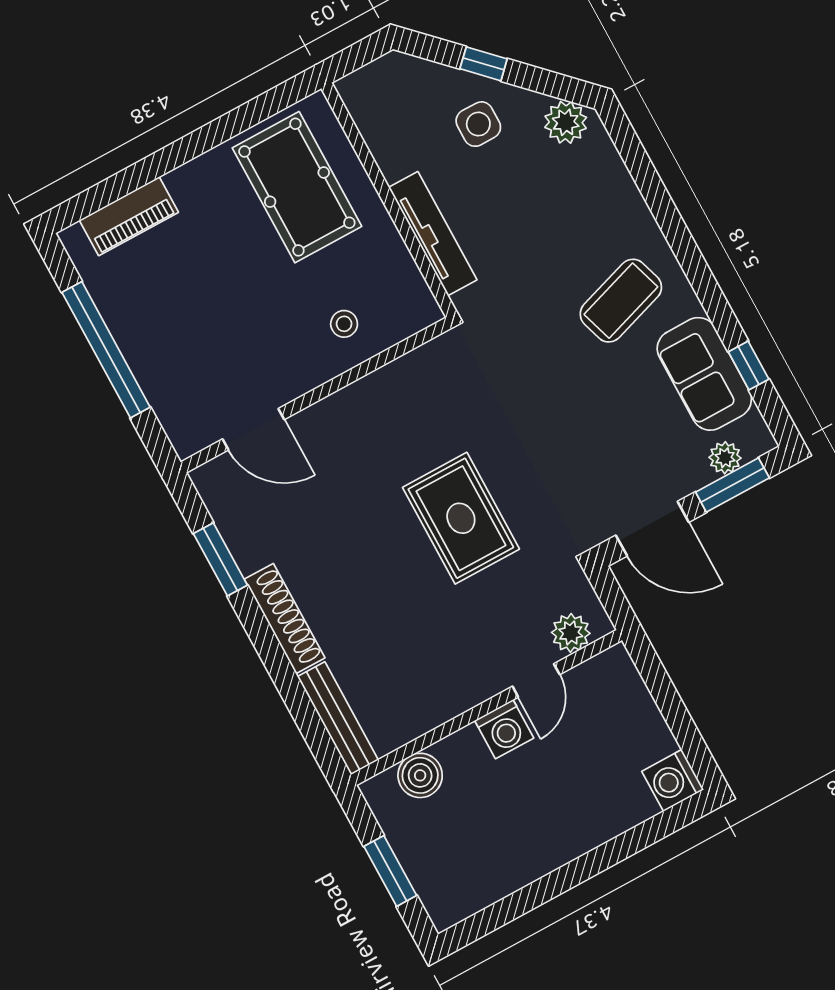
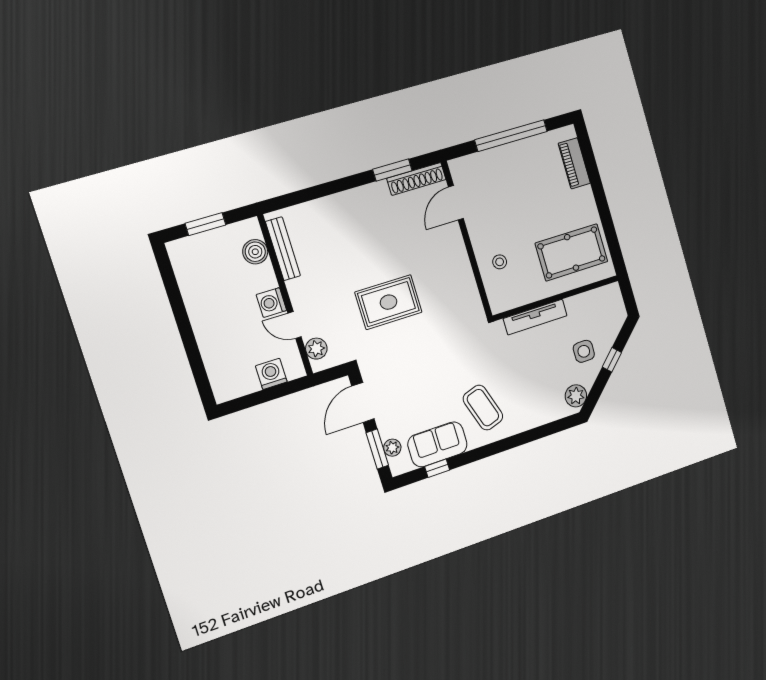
shoe rack: (285, 619) -> (416, 179), moved
bench: (338, 718) -> (283, 249), moved, turned 90
washing machine: (673, 780) -> (271, 374), moved

